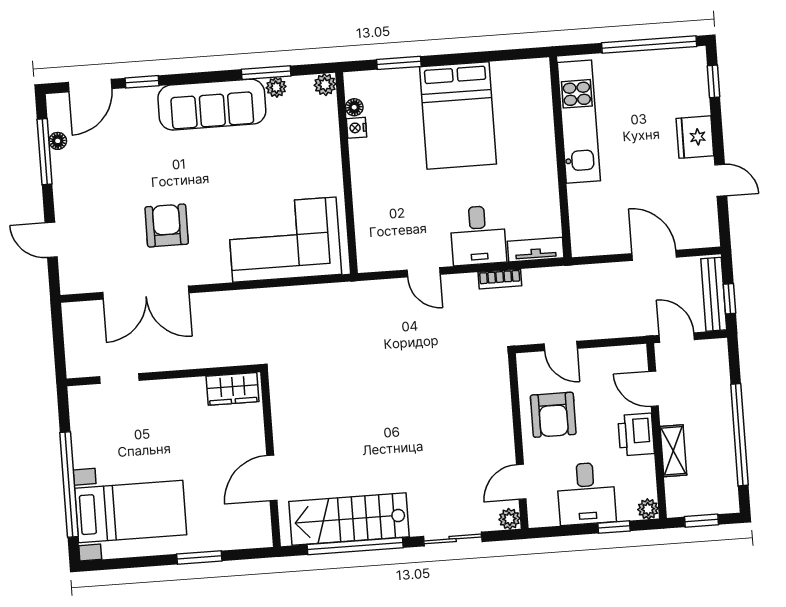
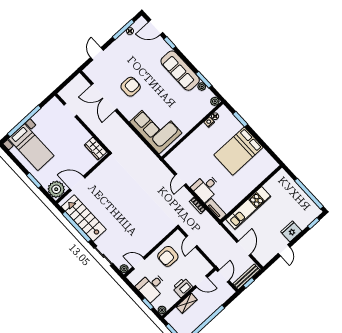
kitchen unit: (579, 122) -> (248, 208), moved
door: (653, 389) -> (201, 281), swing flipped
plant: (251, 528) -> (56, 189), added

